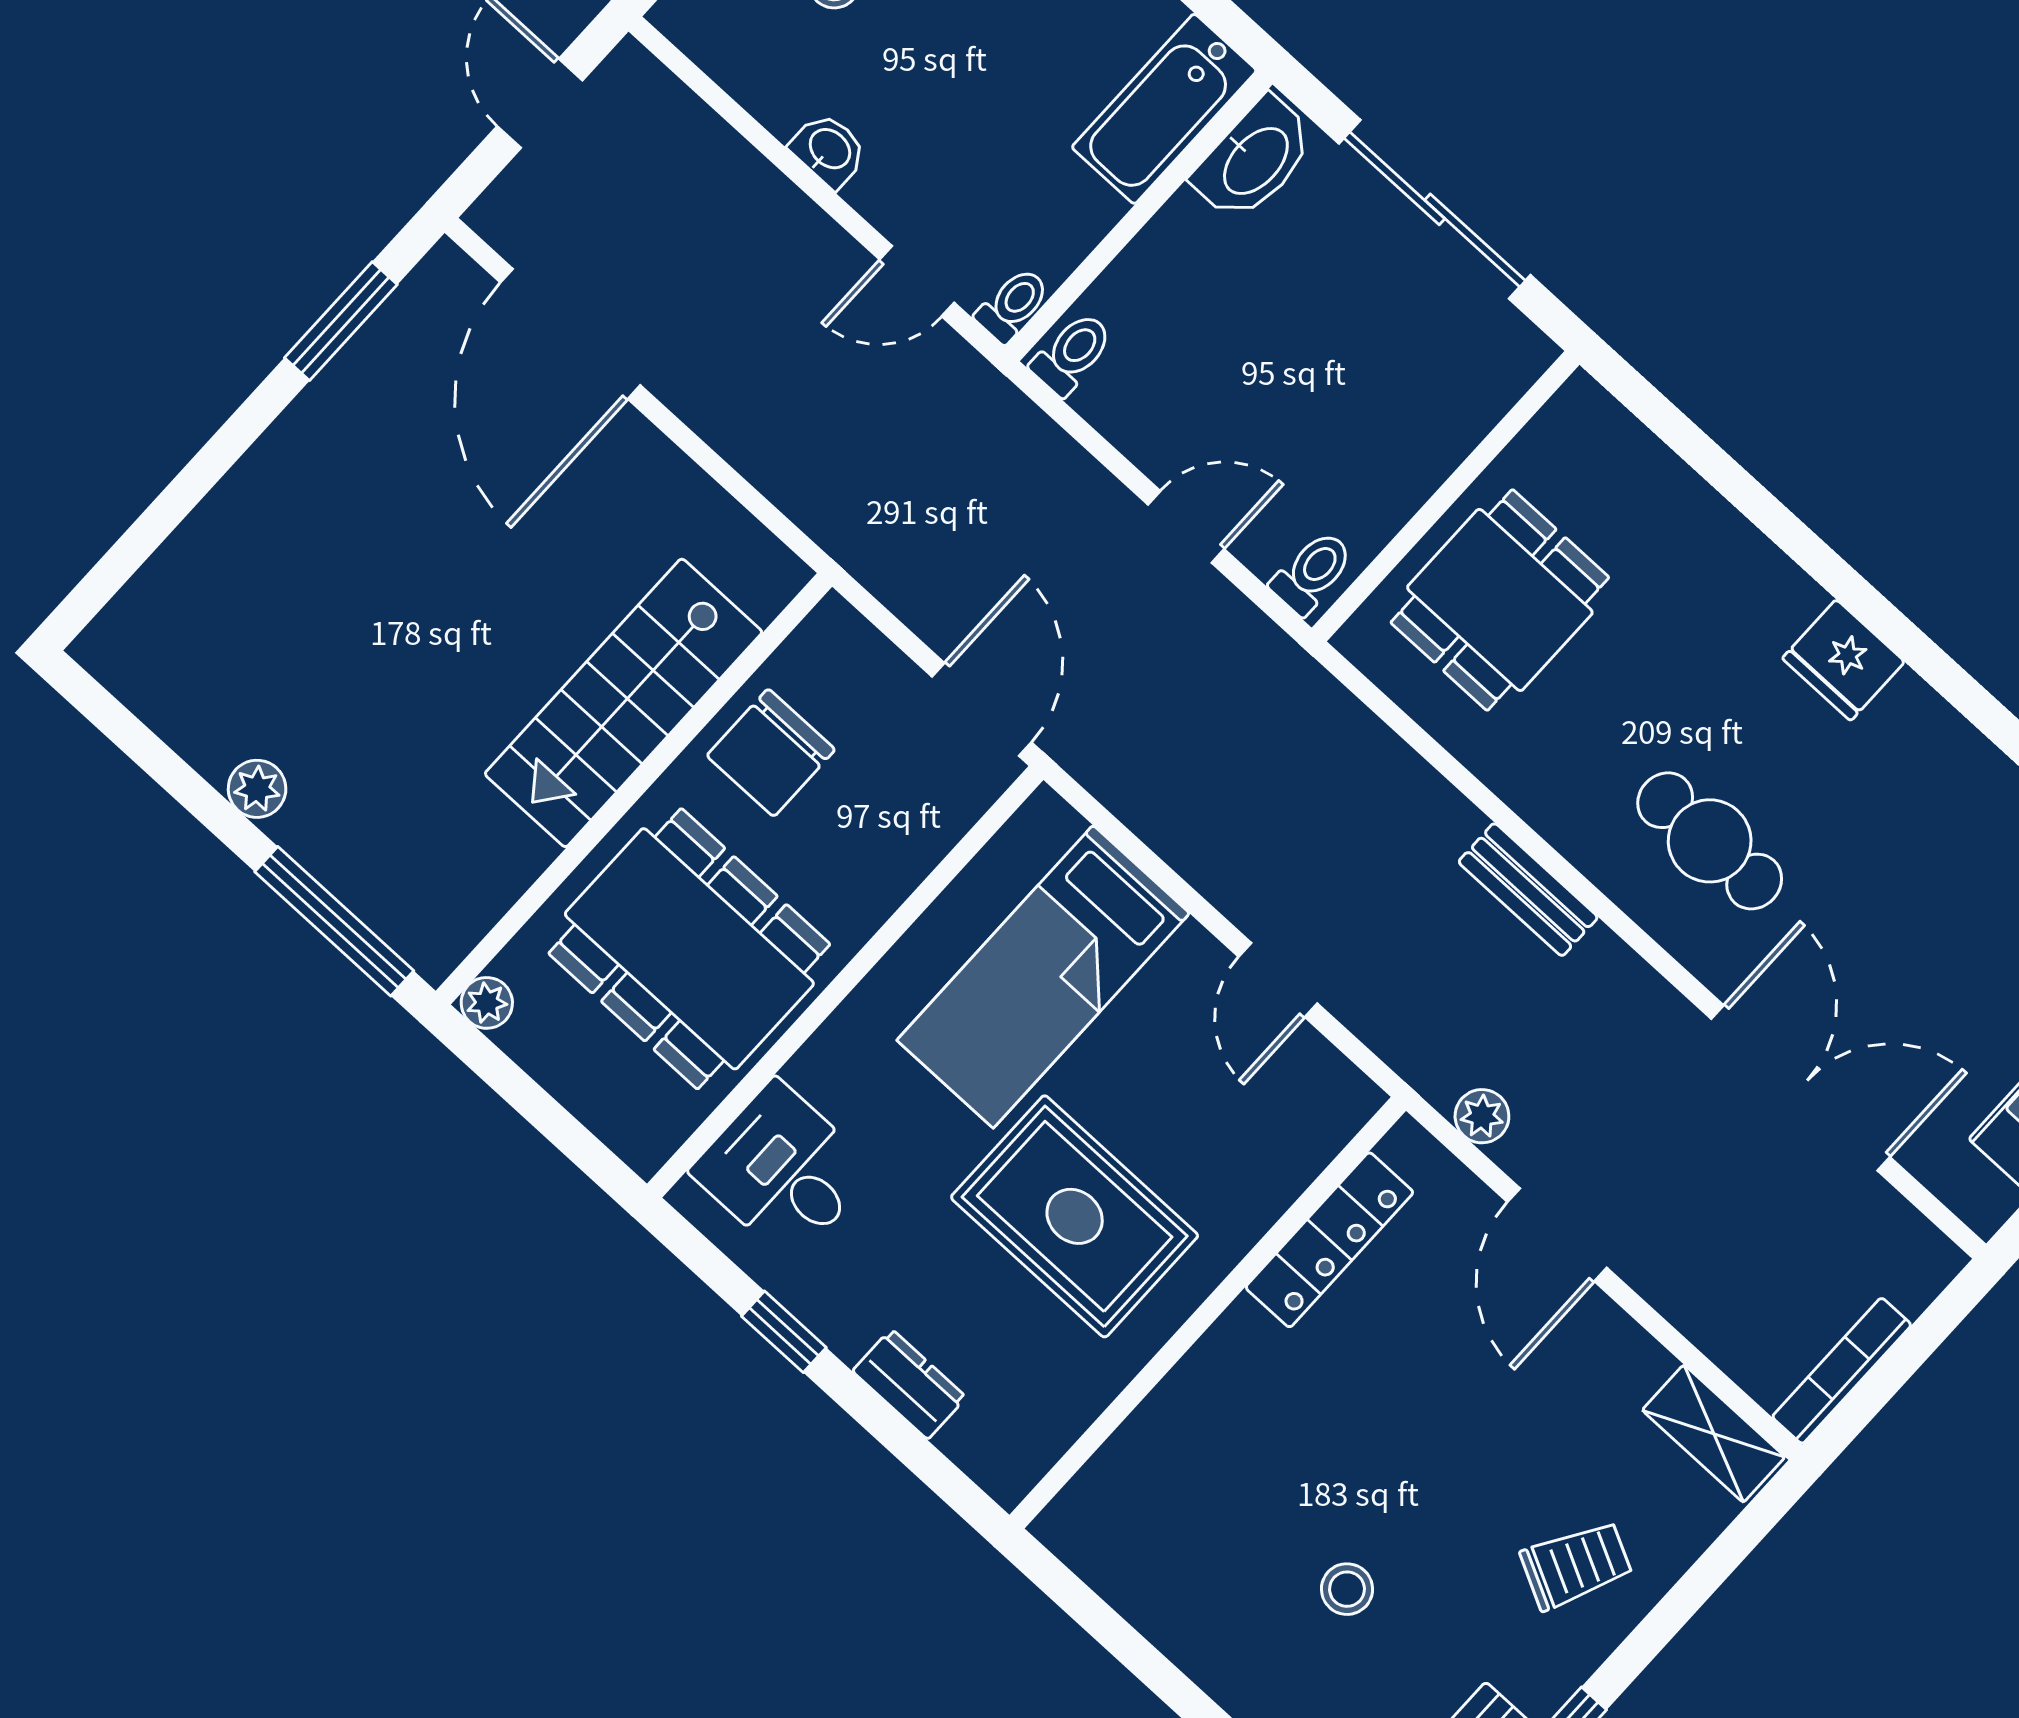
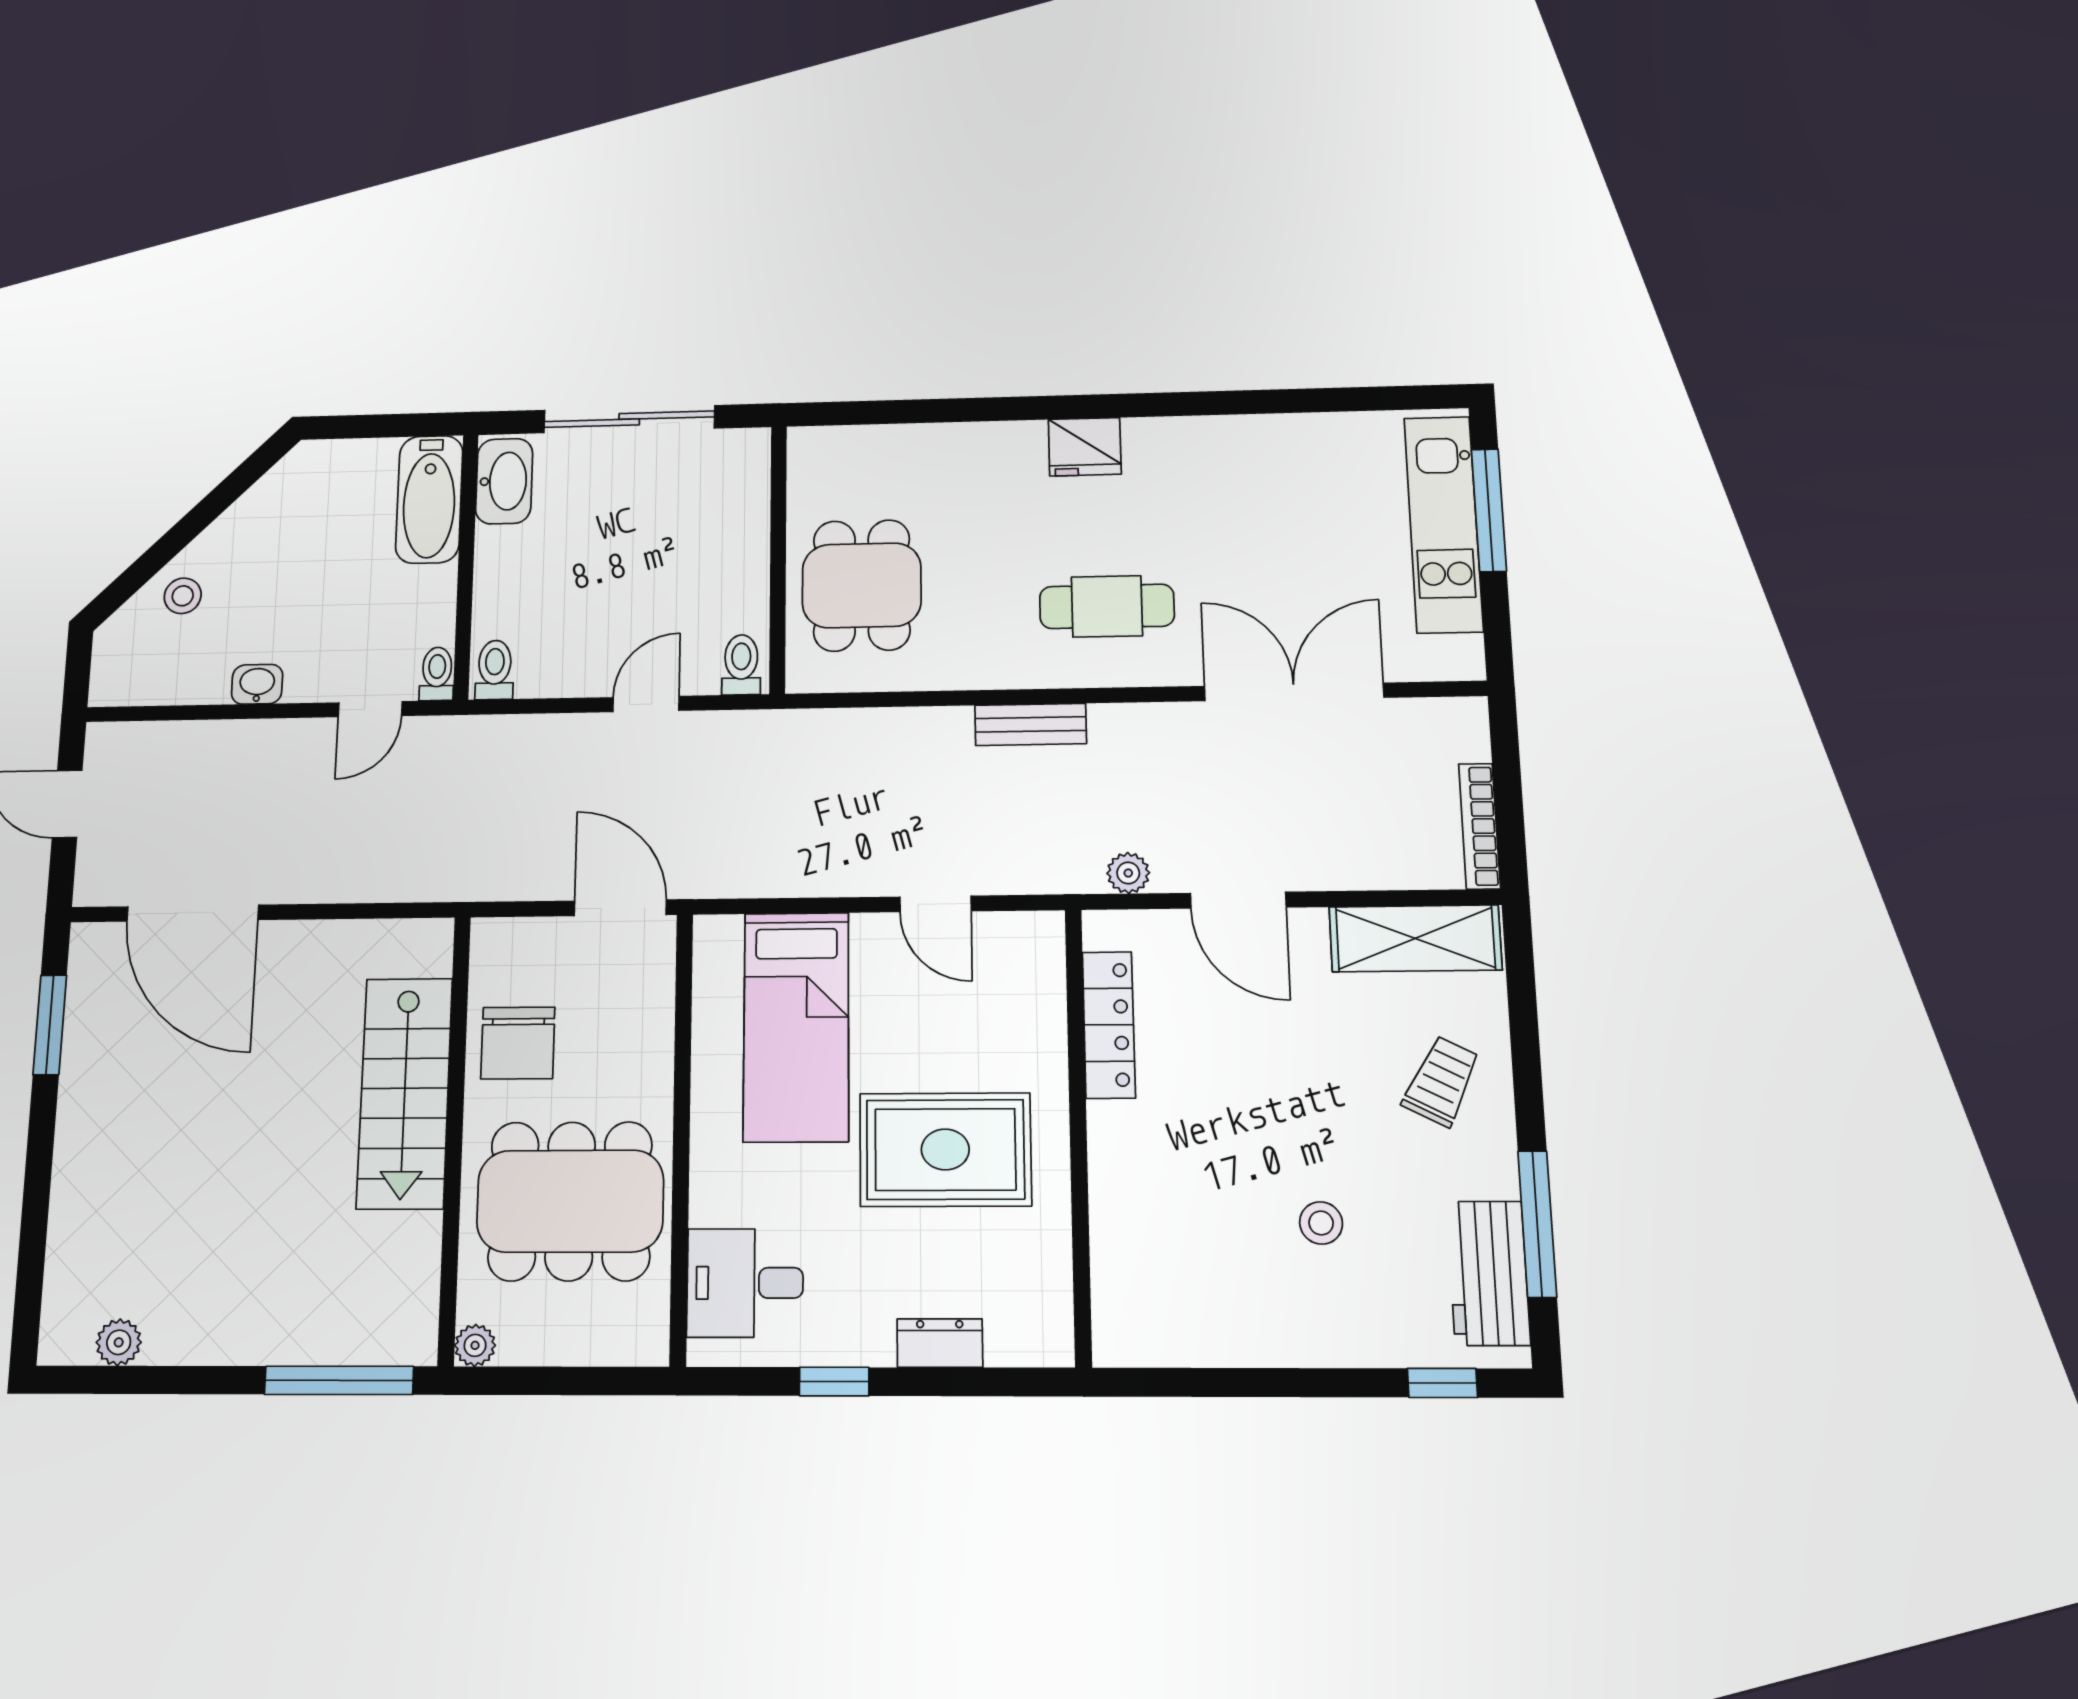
plant: (257, 789) -> (119, 1342), moved
shelving: (1714, 1434) -> (1415, 938), width x1.50, depth x1.33

